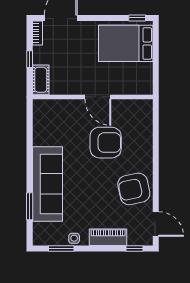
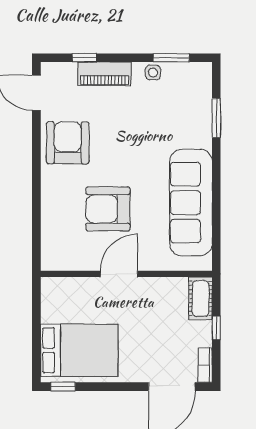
door: (98, 97) -> (119, 274), hinge flipped
sofa: (47, 184) -> (191, 203), moved
armchair: (134, 189) -> (68, 143), turned -78
window: (135, 249) -> (84, 58), moved

